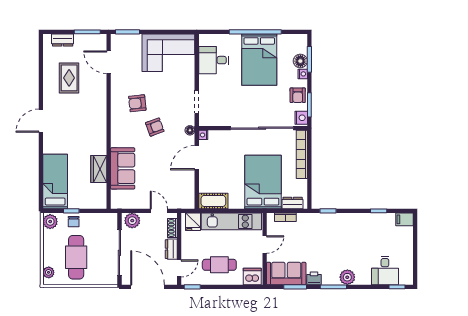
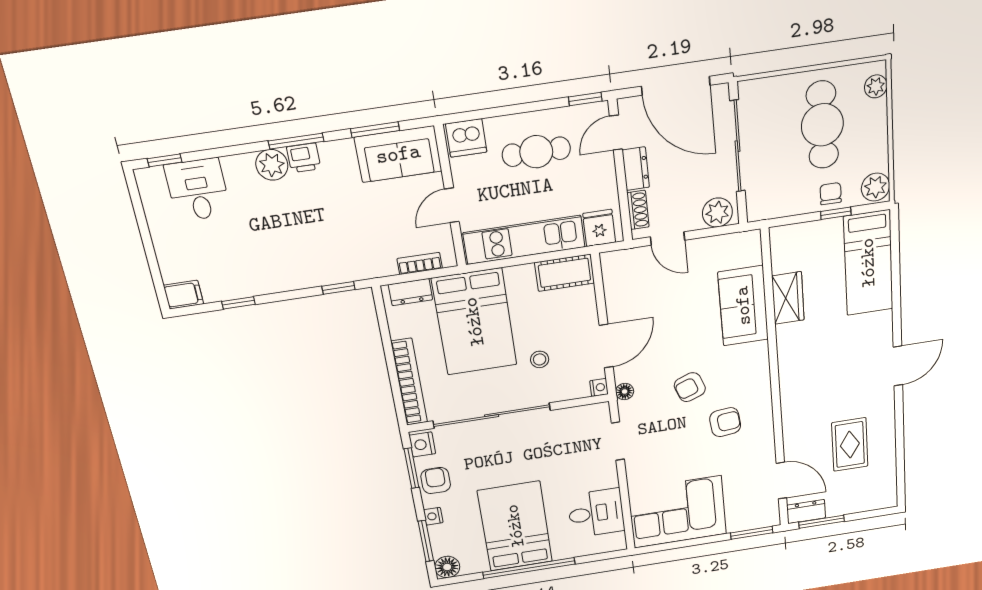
dresser: (63, 40) -> (806, 512), moved
floor lamp: (300, 61) -> (447, 567), moved
stool: (232, 156) -> (540, 359), added
printer: (314, 278) -> (304, 158), moved

